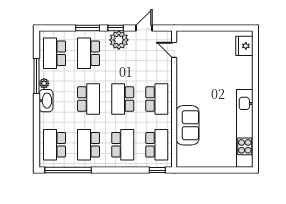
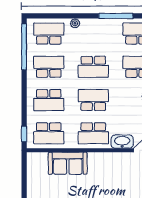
plant: (44, 83) -> (75, 23), moved
washbasin: (46, 101) -> (122, 142), moved, turned 180

